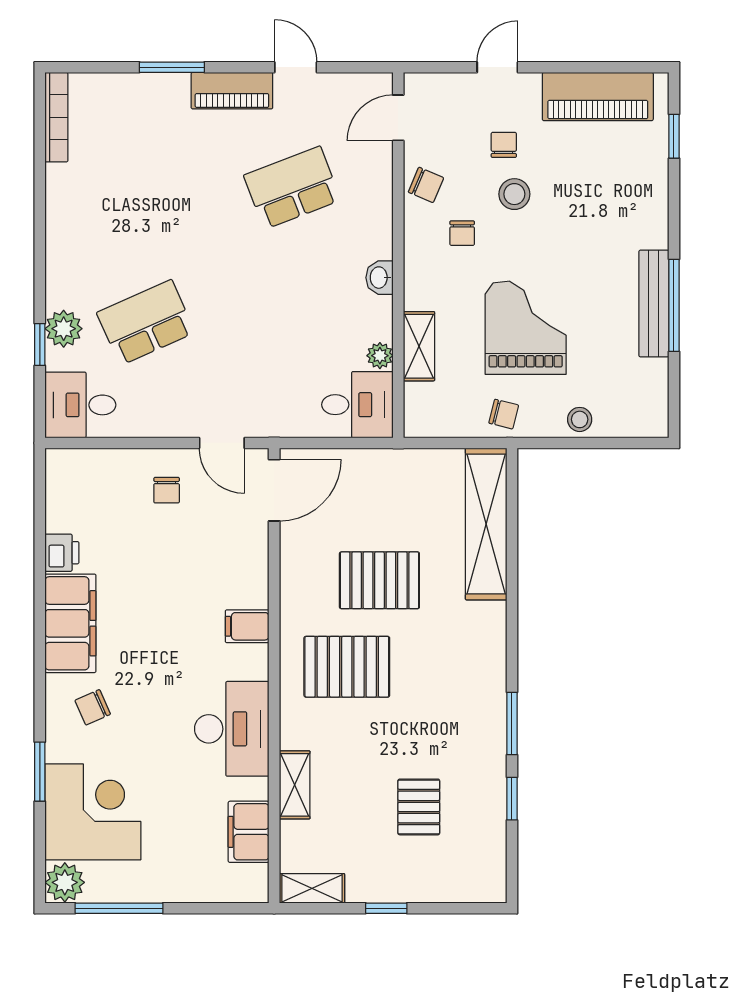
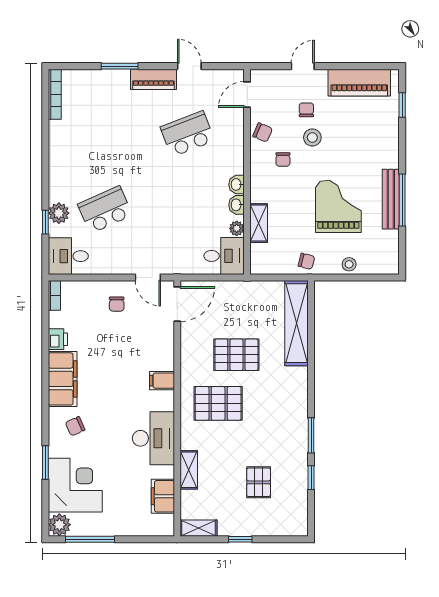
washbasin: (379, 314) -> (236, 205), added
grand piano: (526, 328) -> (338, 206), moved
bookcase: (56, 475) -> (54, 295), added

